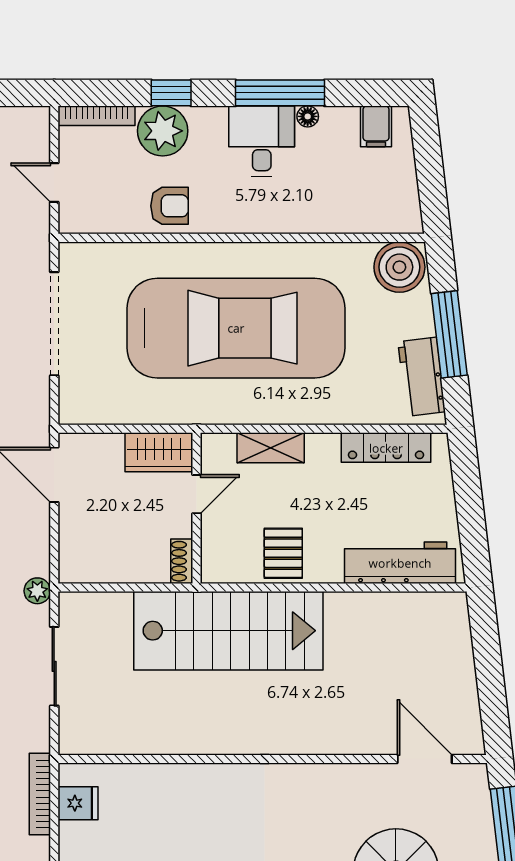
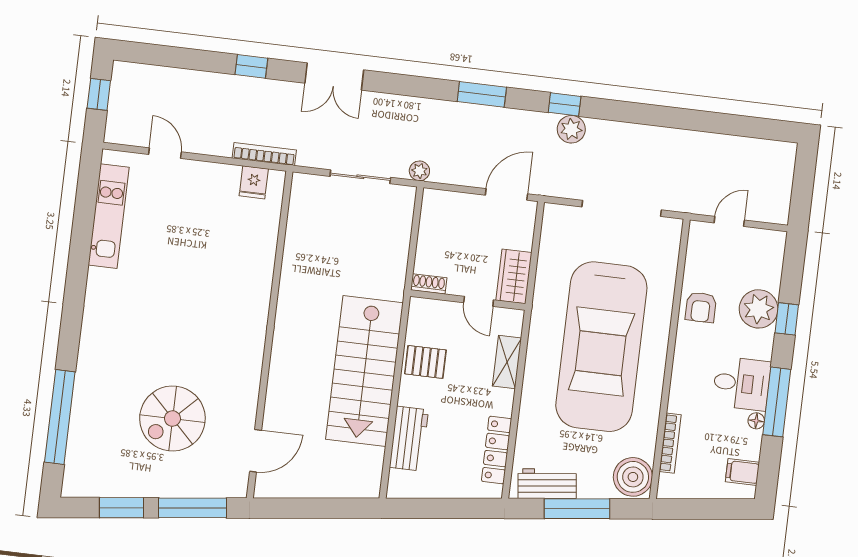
bookcase: (97, 116) -> (670, 443), moved, turned 180
workbench: (400, 563) -> (409, 439), width x0.73
stairs: (228, 631) -> (364, 371), moved

